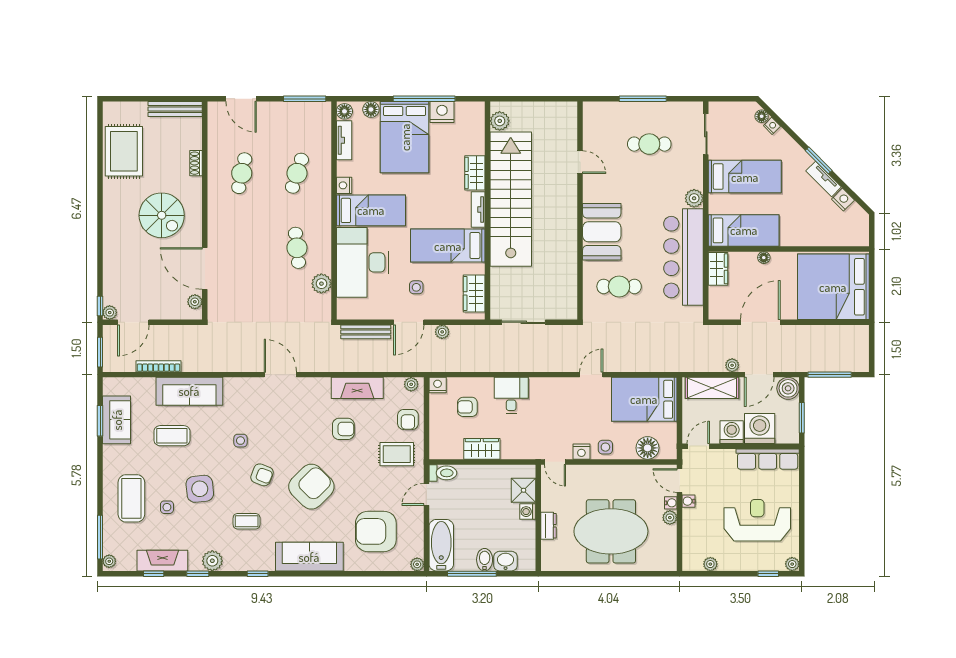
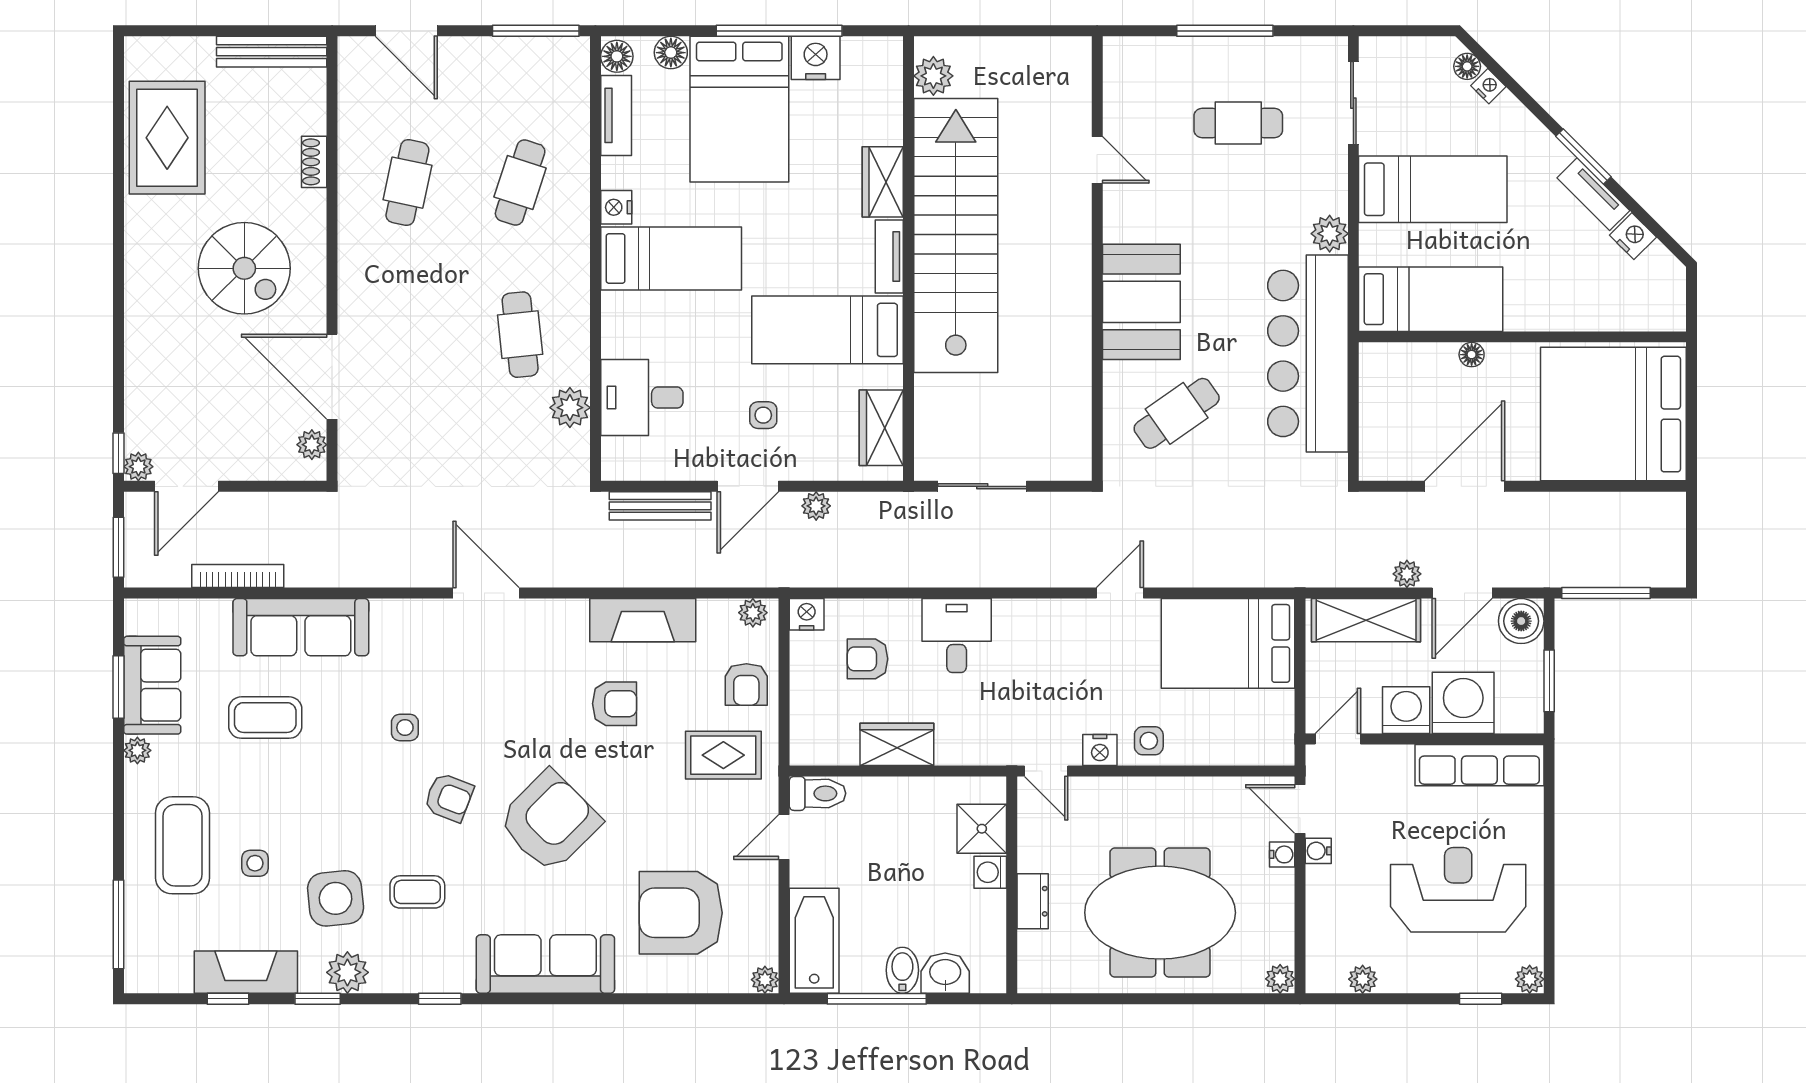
desk: (363, 262) -> (642, 398), width x0.53, depth x0.77
wardrobe: (718, 269) -> (1378, 377), removed
cafe table: (619, 286) -> (1177, 413), turned -35
floor lamp: (648, 448) -> (1235, 742), removed
side table: (200, 489) -> (336, 898), moved
plant: (670, 518) -> (1280, 979), moved
plant: (109, 561) -> (137, 750), moved

